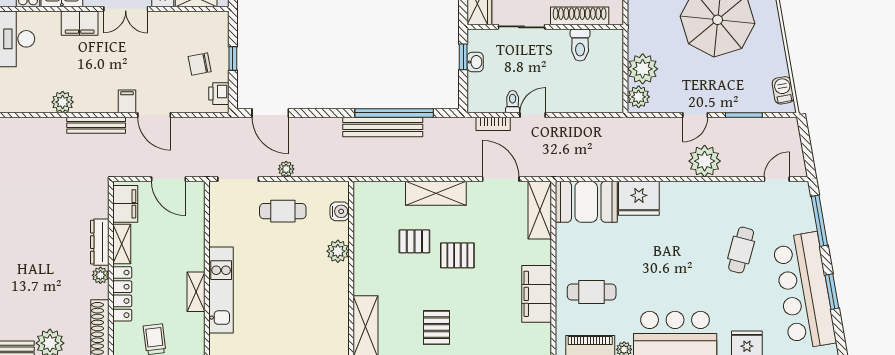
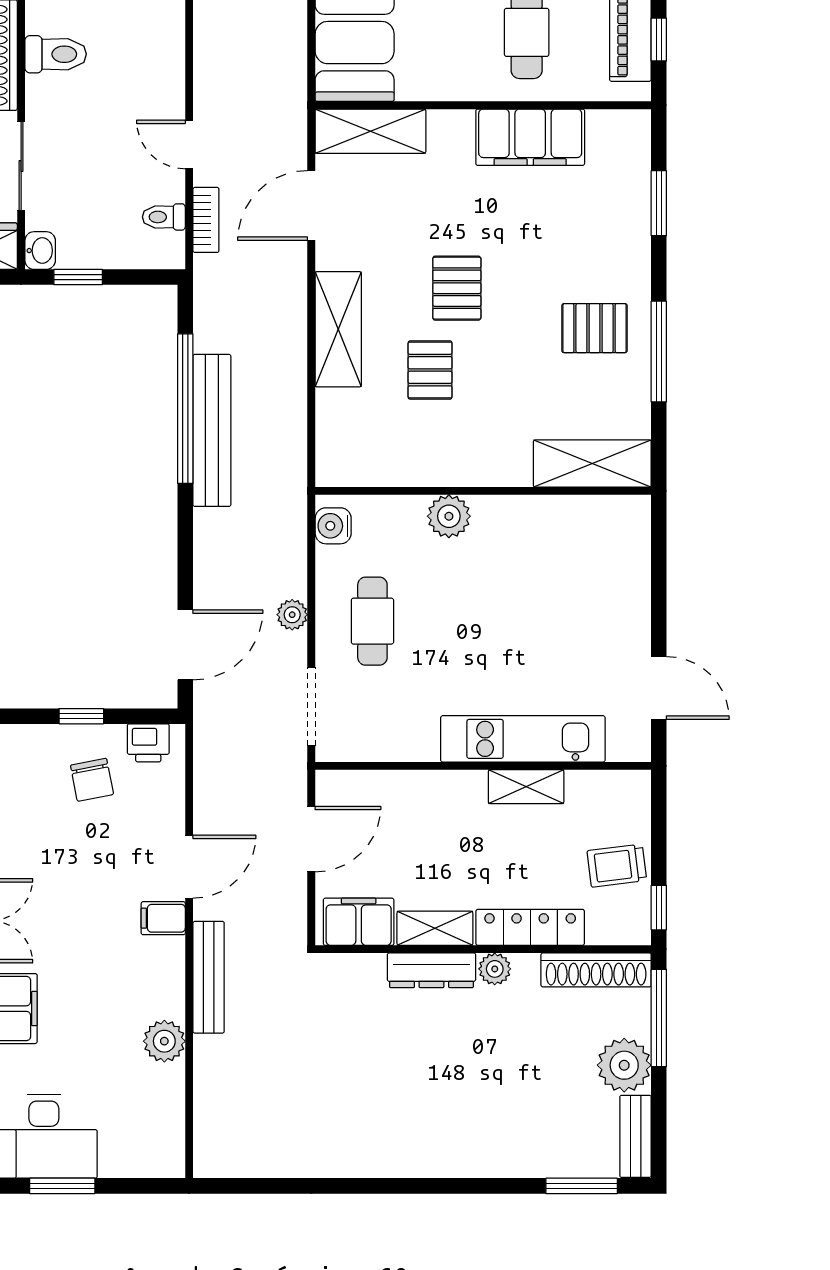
washbasin: (475, 62) -> (40, 251), moved, turned 90
toilet: (513, 102) -> (164, 217), moved
water cooler: (340, 211) -> (333, 526), moved, turned -90

